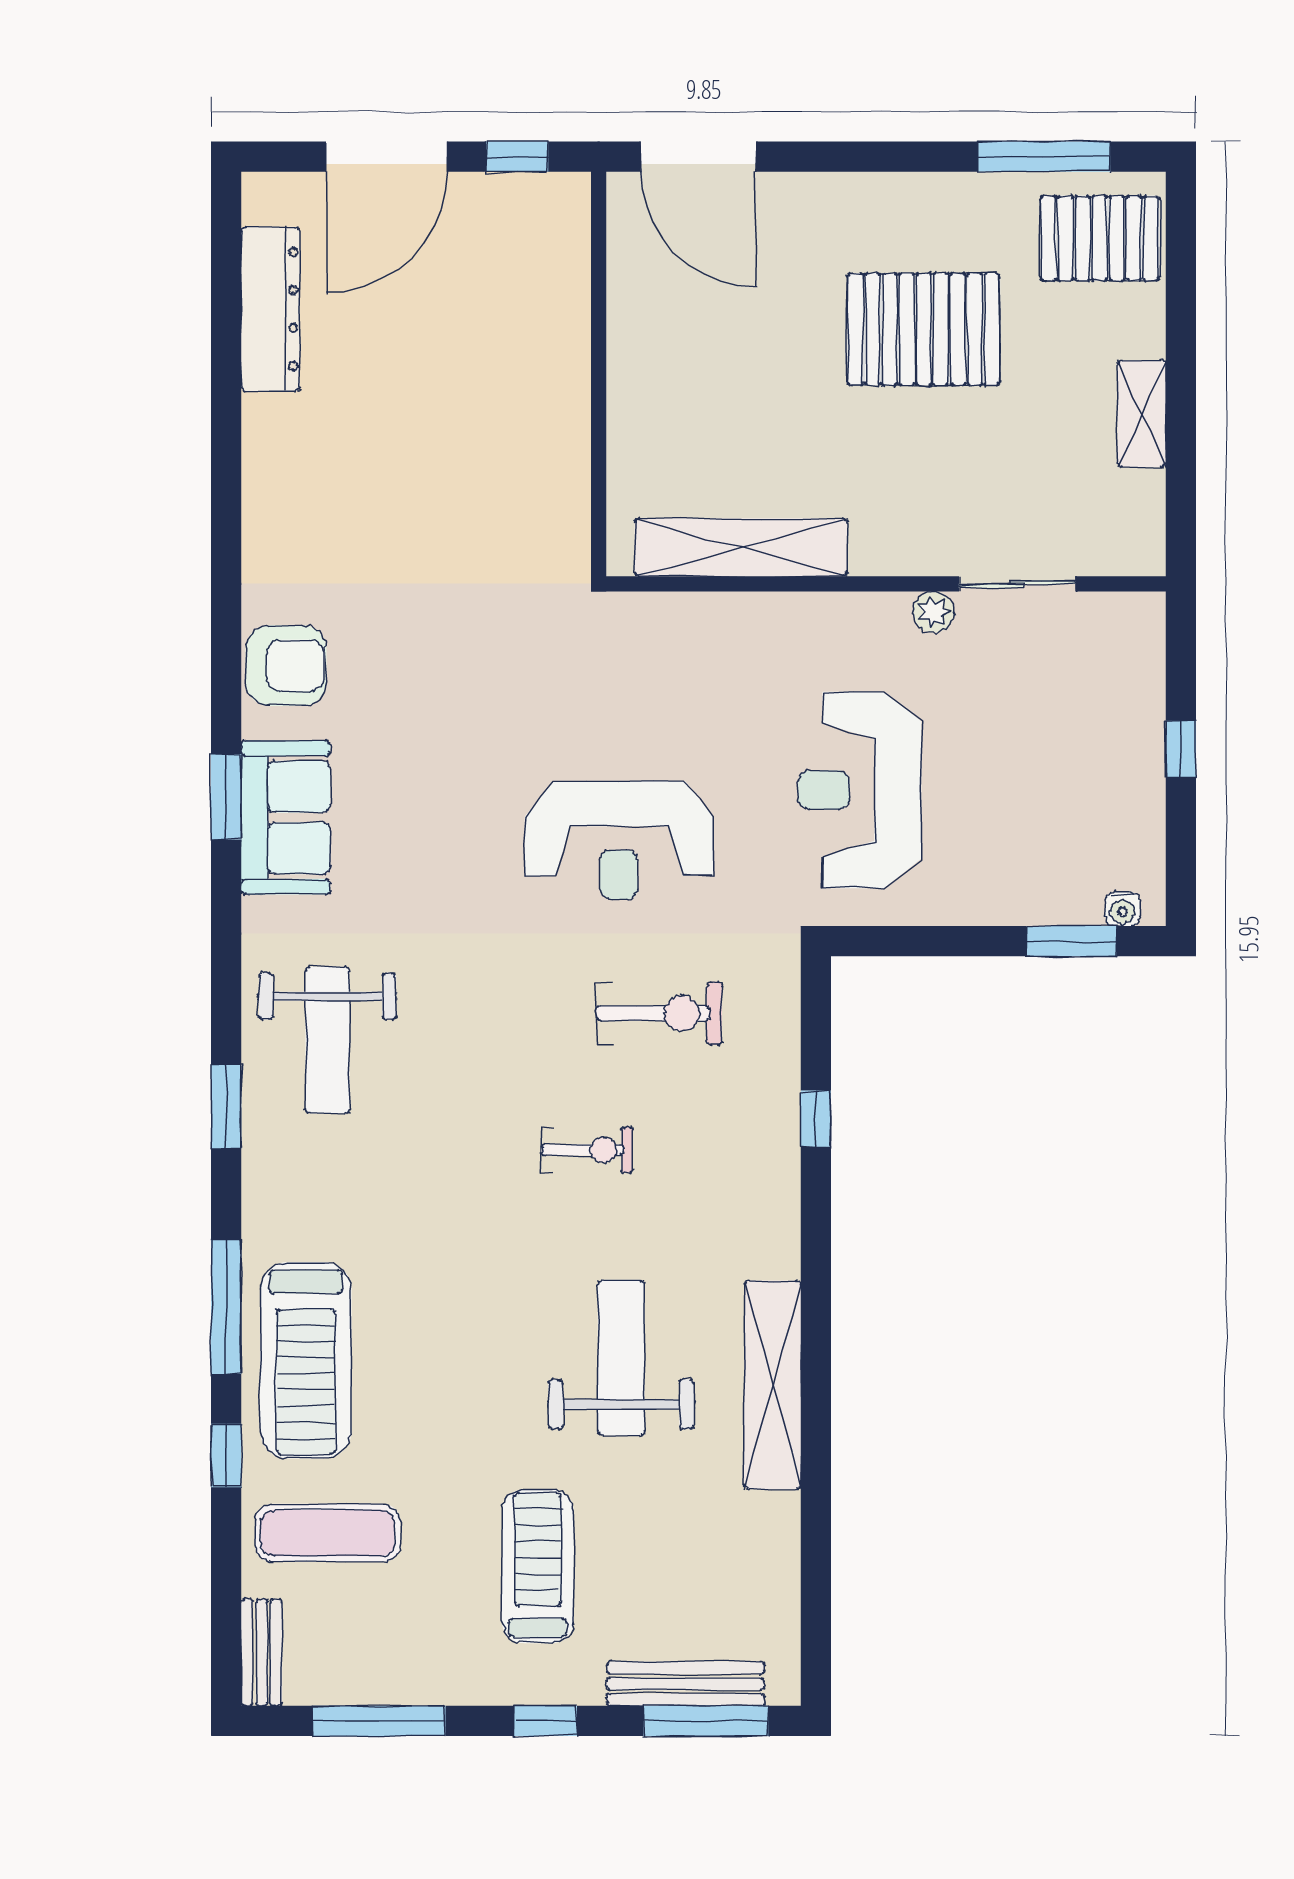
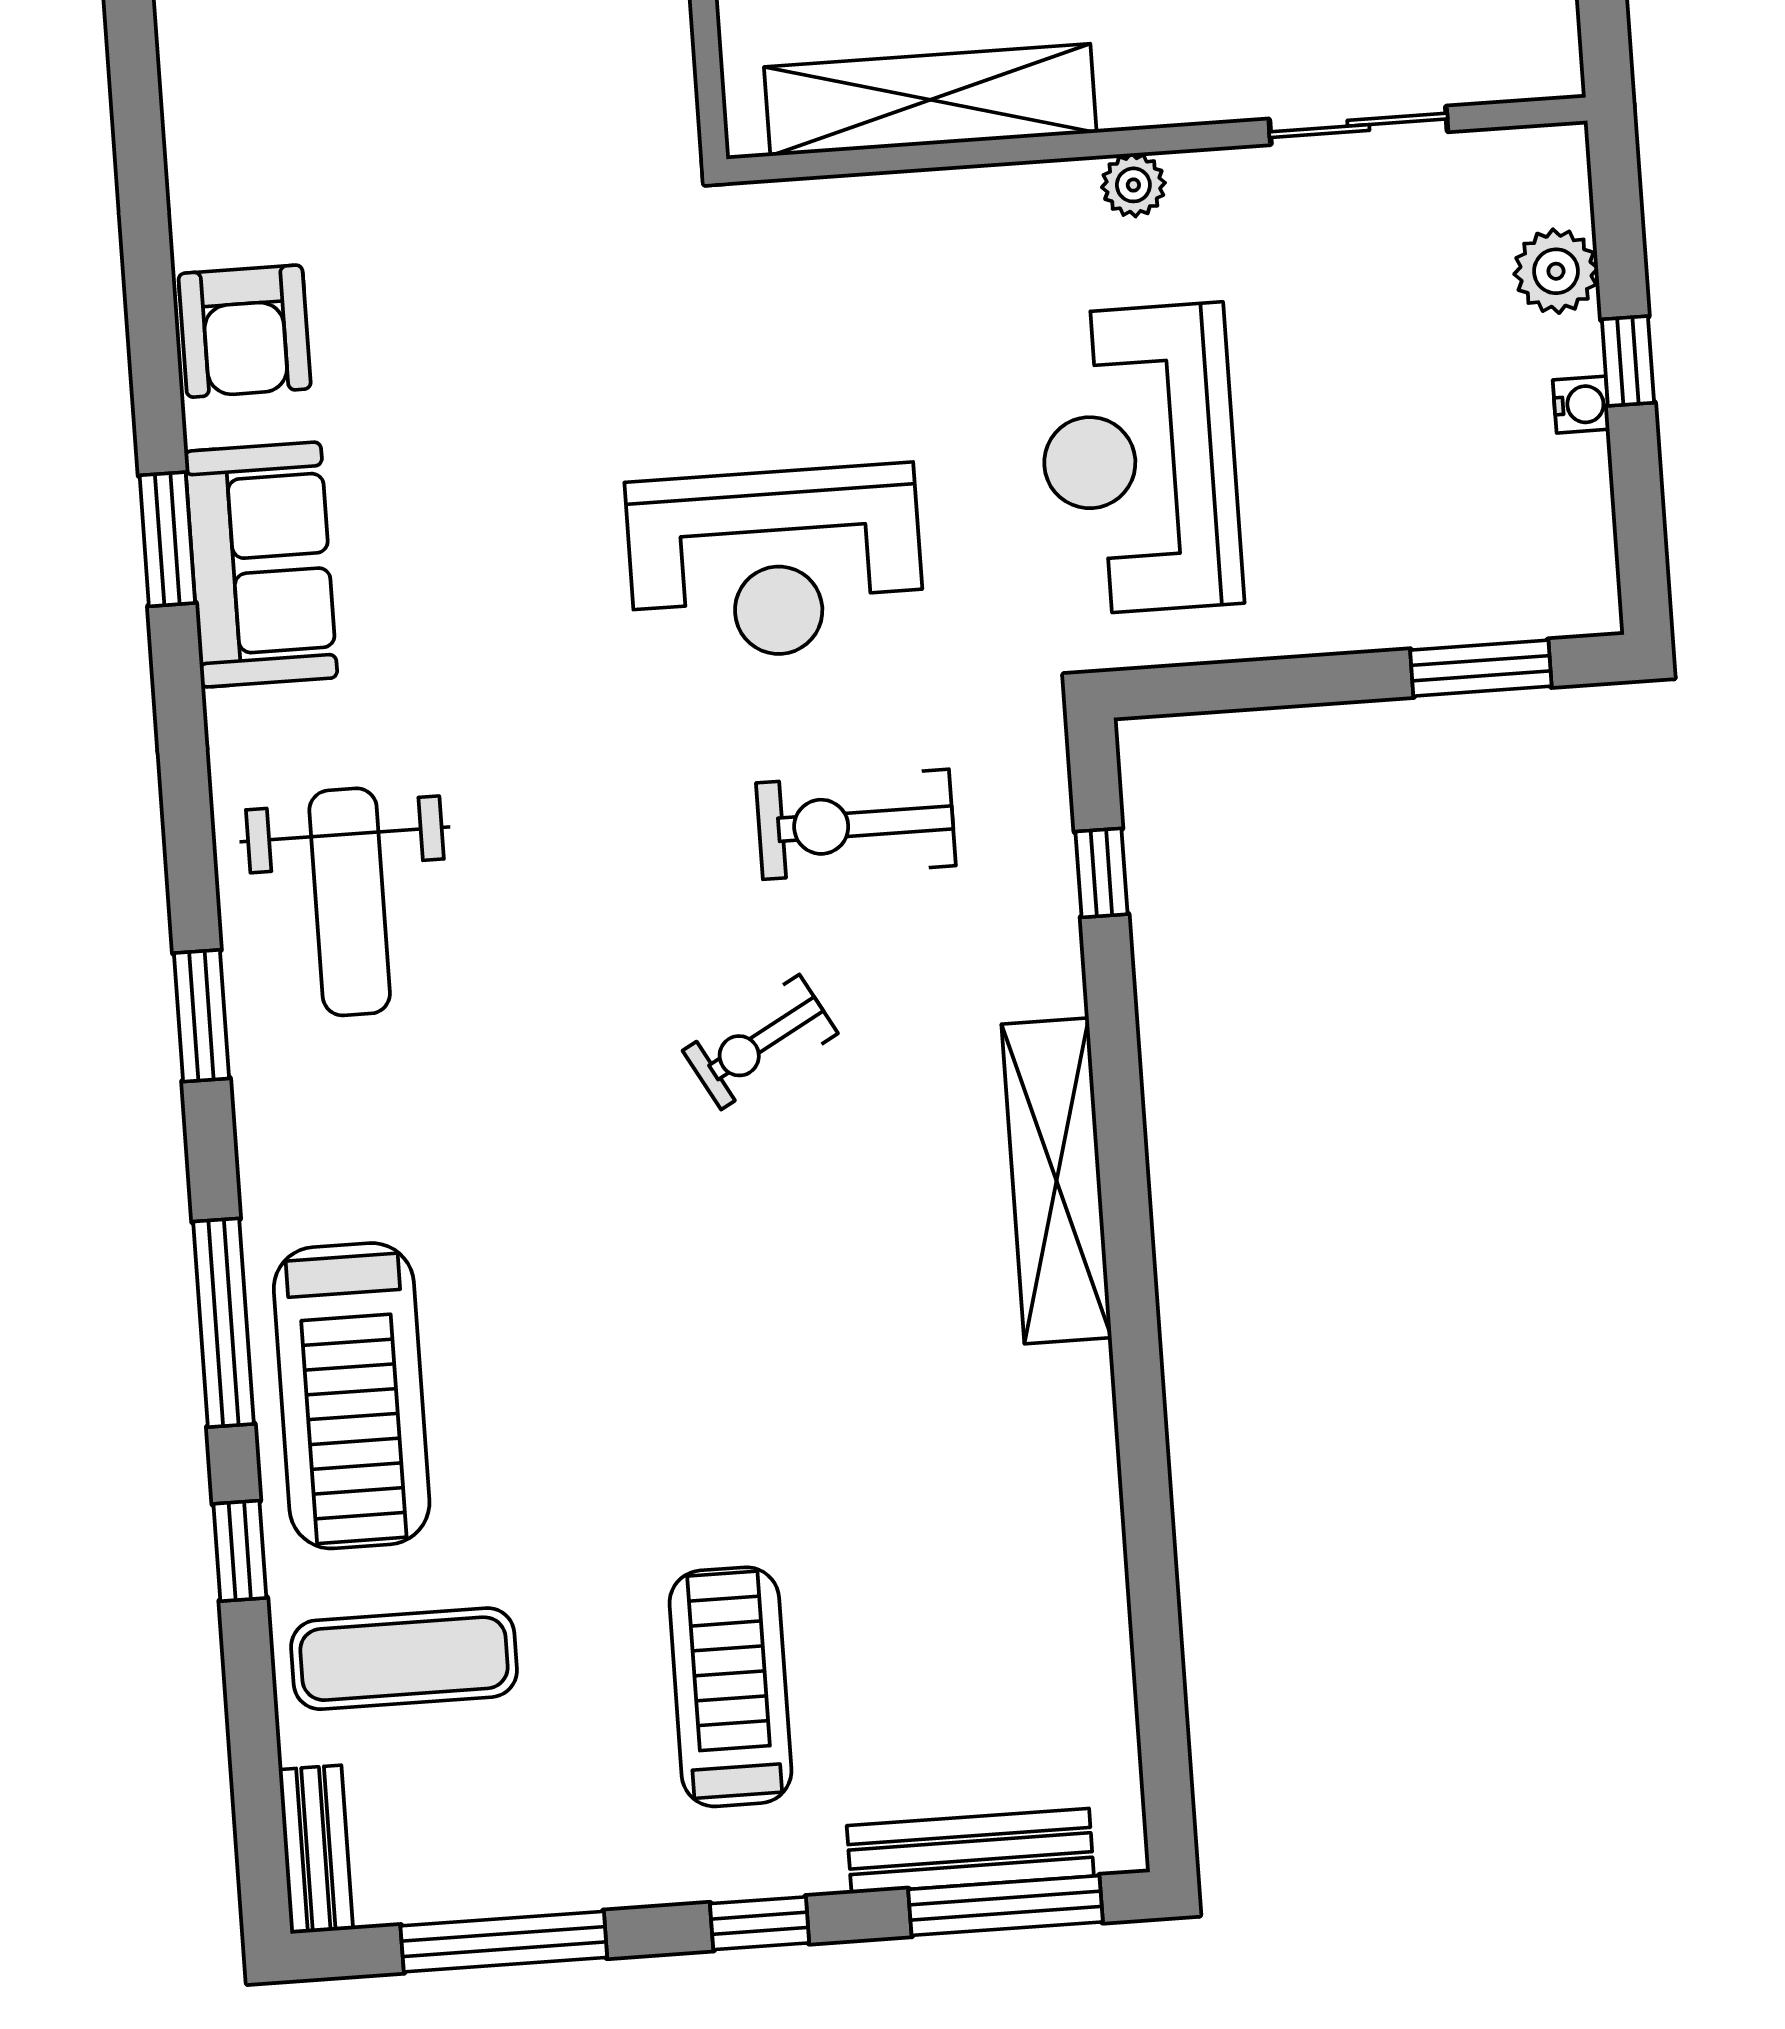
plant: (933, 612) -> (1133, 185), moved
armchair: (286, 665) -> (245, 331), turned 90
plant: (1138, 688) -> (1556, 271), added
water cooler: (1122, 909) -> (1581, 405), moved, turned -90
exercise bike: (659, 1013) -> (856, 824), turned 180
window: (816, 1119) -> (1101, 873), moved
exercise bike: (587, 1150) -> (760, 1042), turned 151
weight bench: (621, 1358) -> (836, 1357), removed
shelving: (773, 1385) -> (1057, 1181), moved

